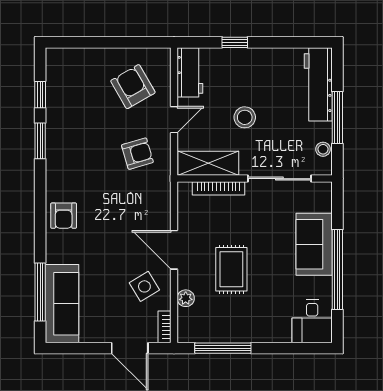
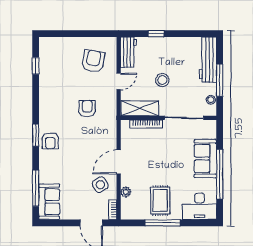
armchair: (133, 87) -> (93, 61), turned 40
window: (40, 141) -> (36, 135), moved
armchair: (137, 154) -> (87, 109), moved, turned -74
door: (174, 250) -> (119, 162), hinge flipped
rug: (231, 269) -> (160, 201), moved
sofa: (62, 304) -> (49, 202), width x0.73
desk: (312, 321) -> (199, 206), width x1.37
window: (223, 348) -> (163, 223), moved

